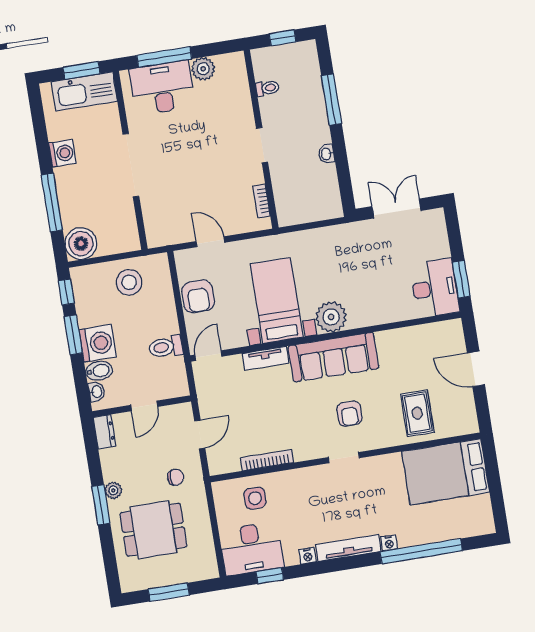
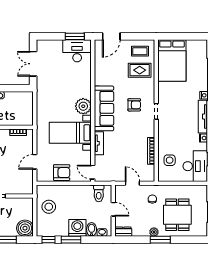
toilet: (166, 347) -> (99, 193), moved
door: (476, 369) -> (111, 36), moved
coffee table: (453, 408) -> (140, 51), added

